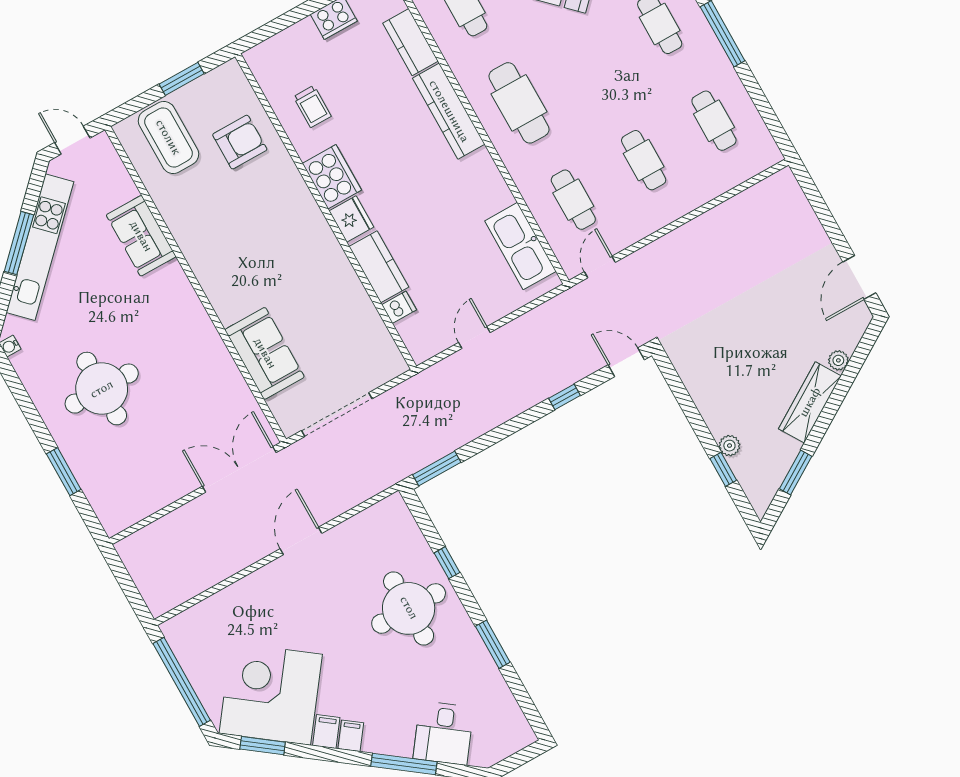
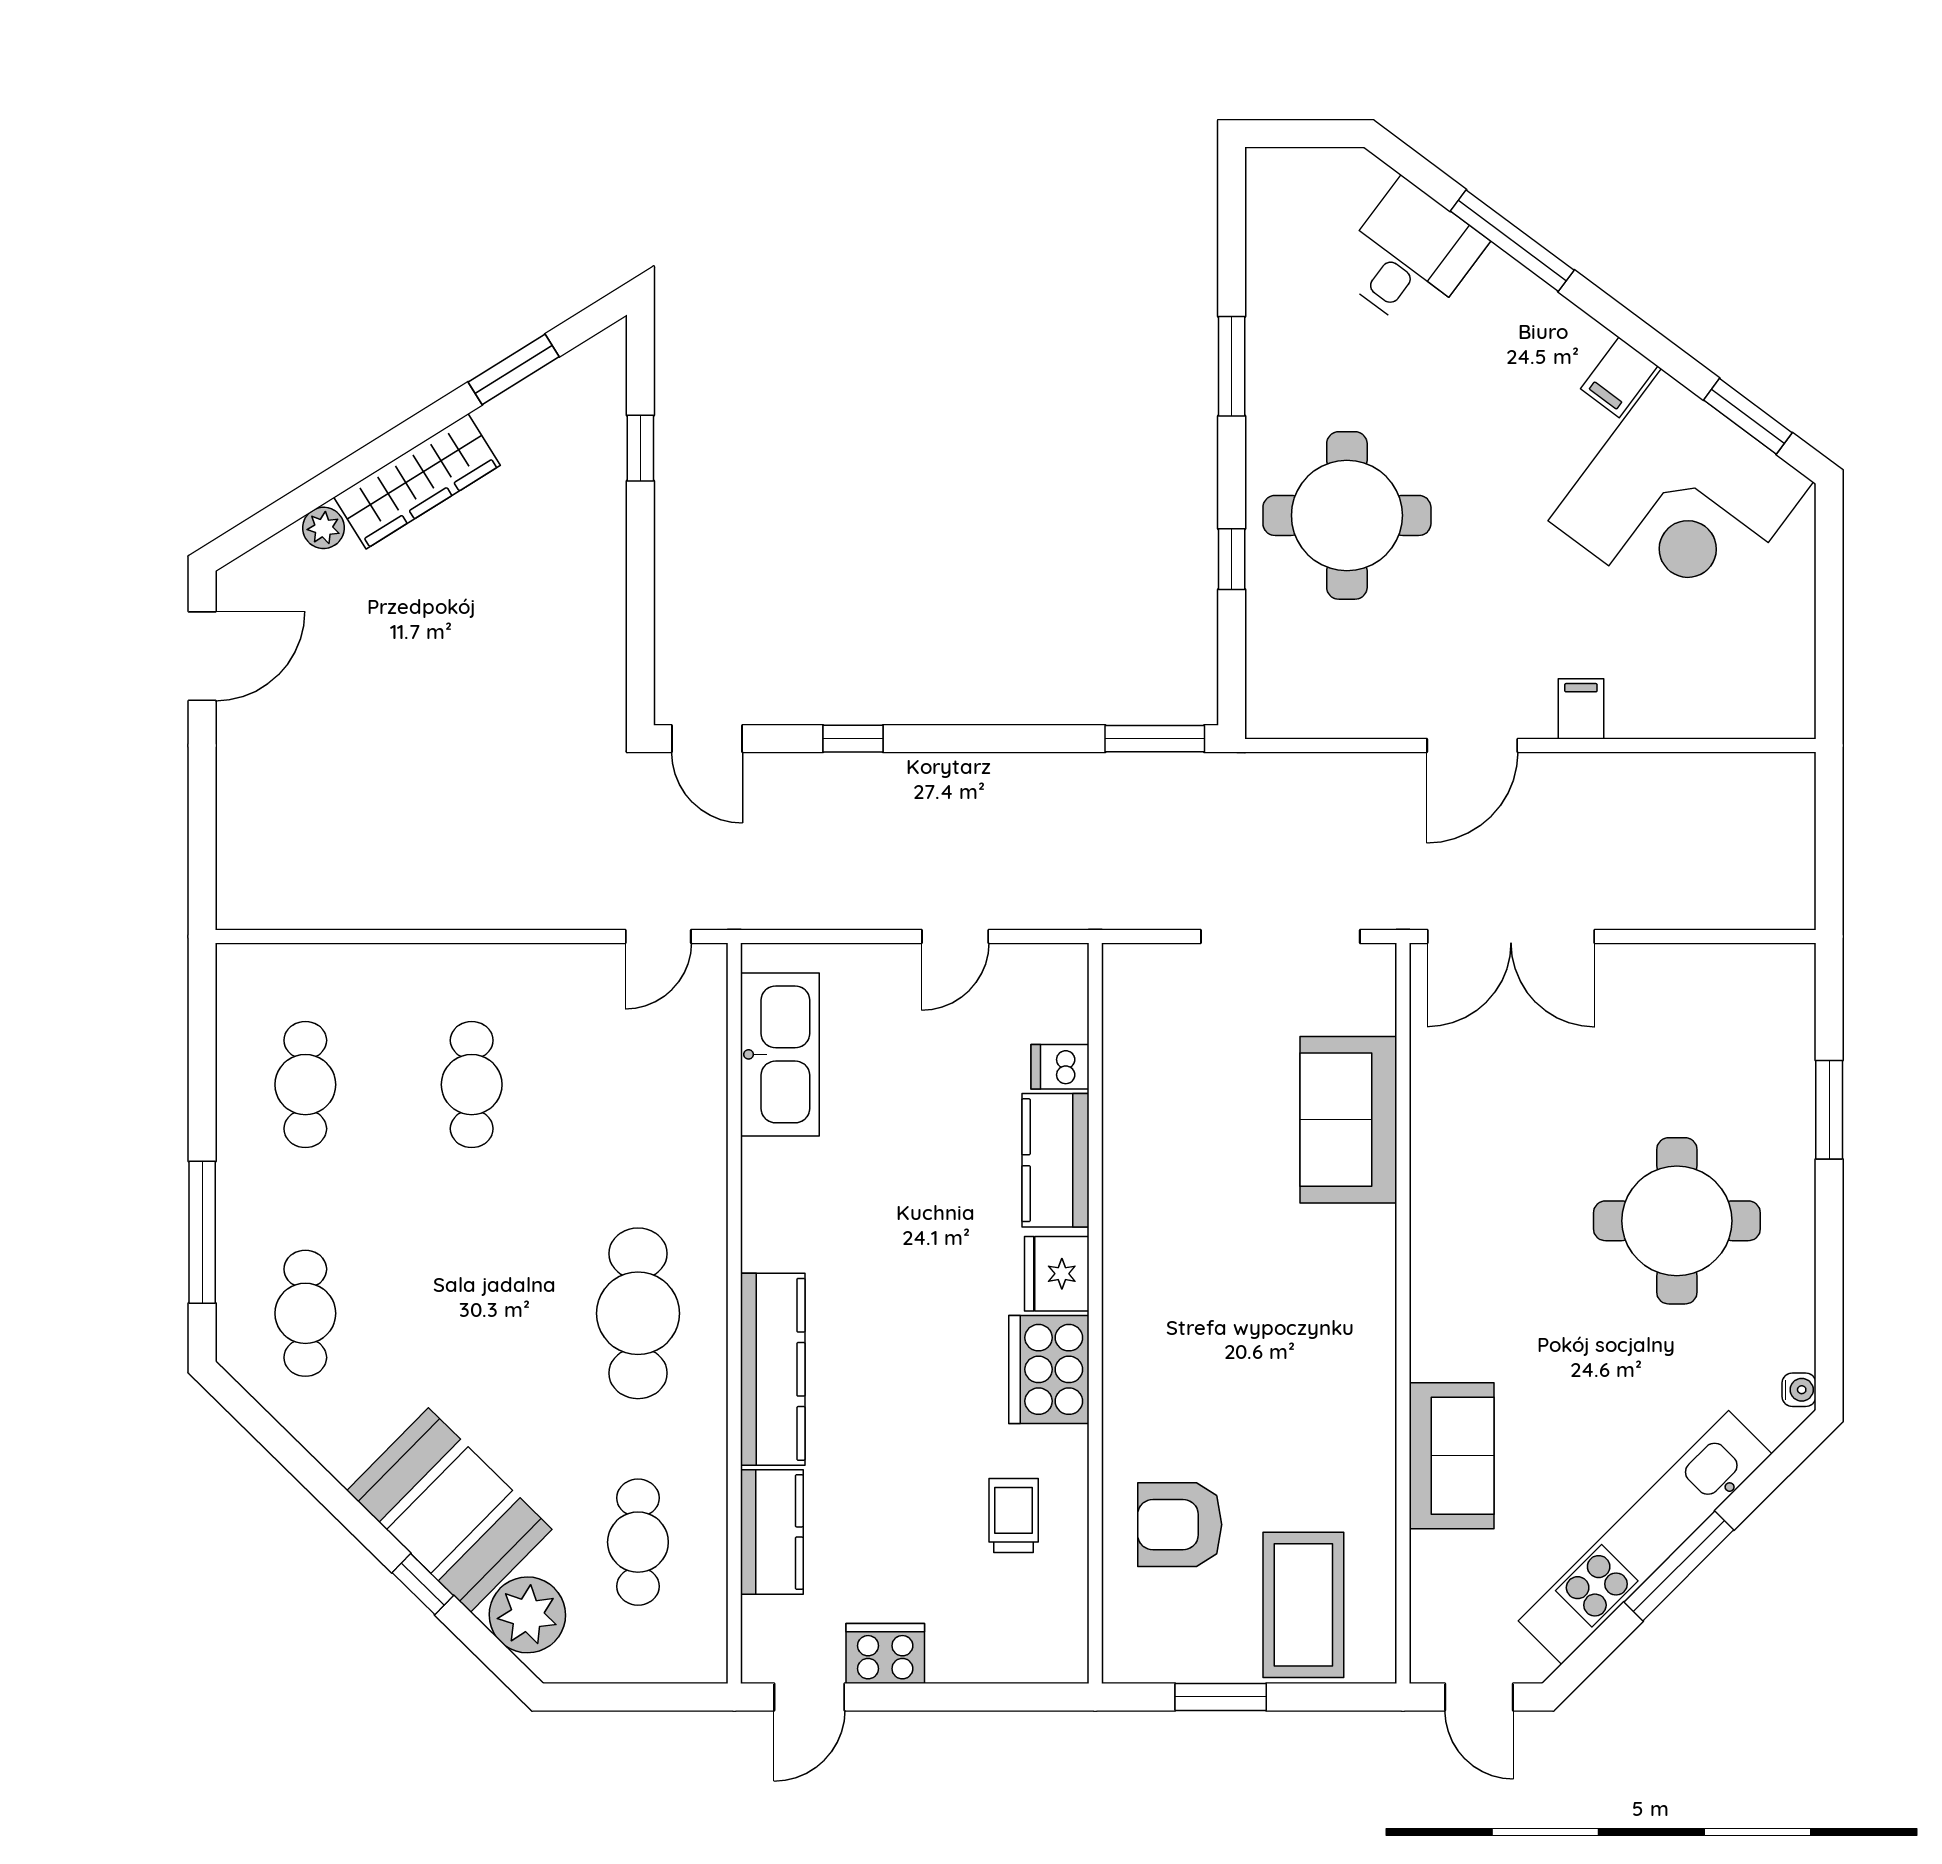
cafe table: (573, 200) -> (638, 1085), removed
plant: (729, 446) -> (605, 485), removed
window: (182, 682) -> (1829, 612), removed
filing cabinet: (351, 736) -> (1581, 709), moved, turned 143

